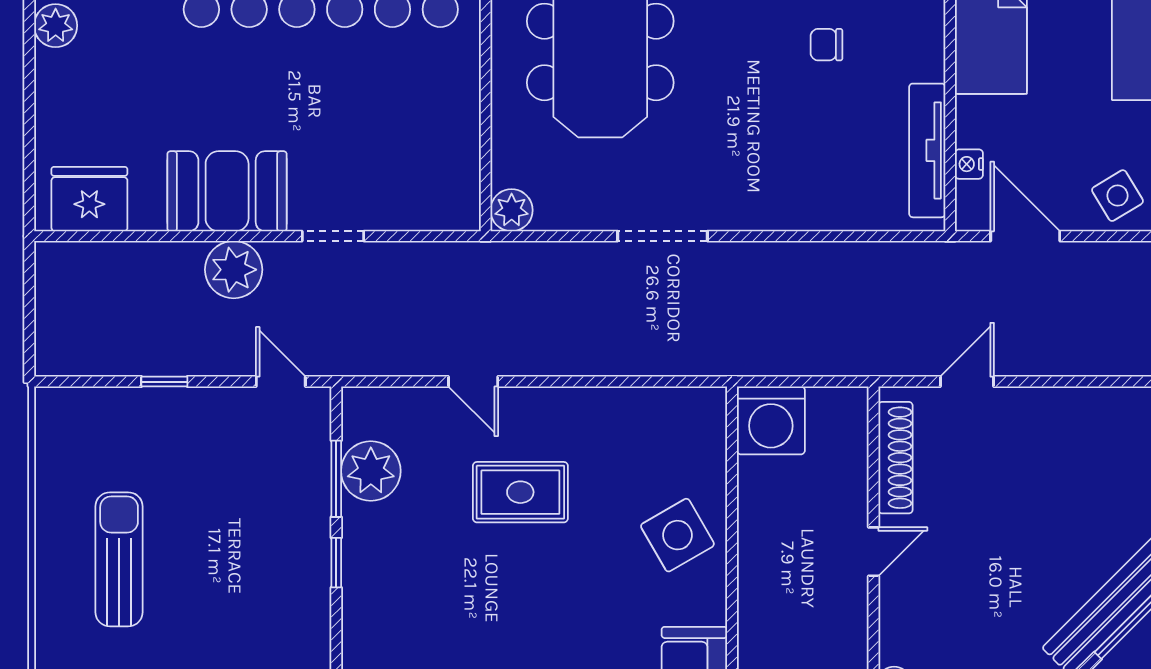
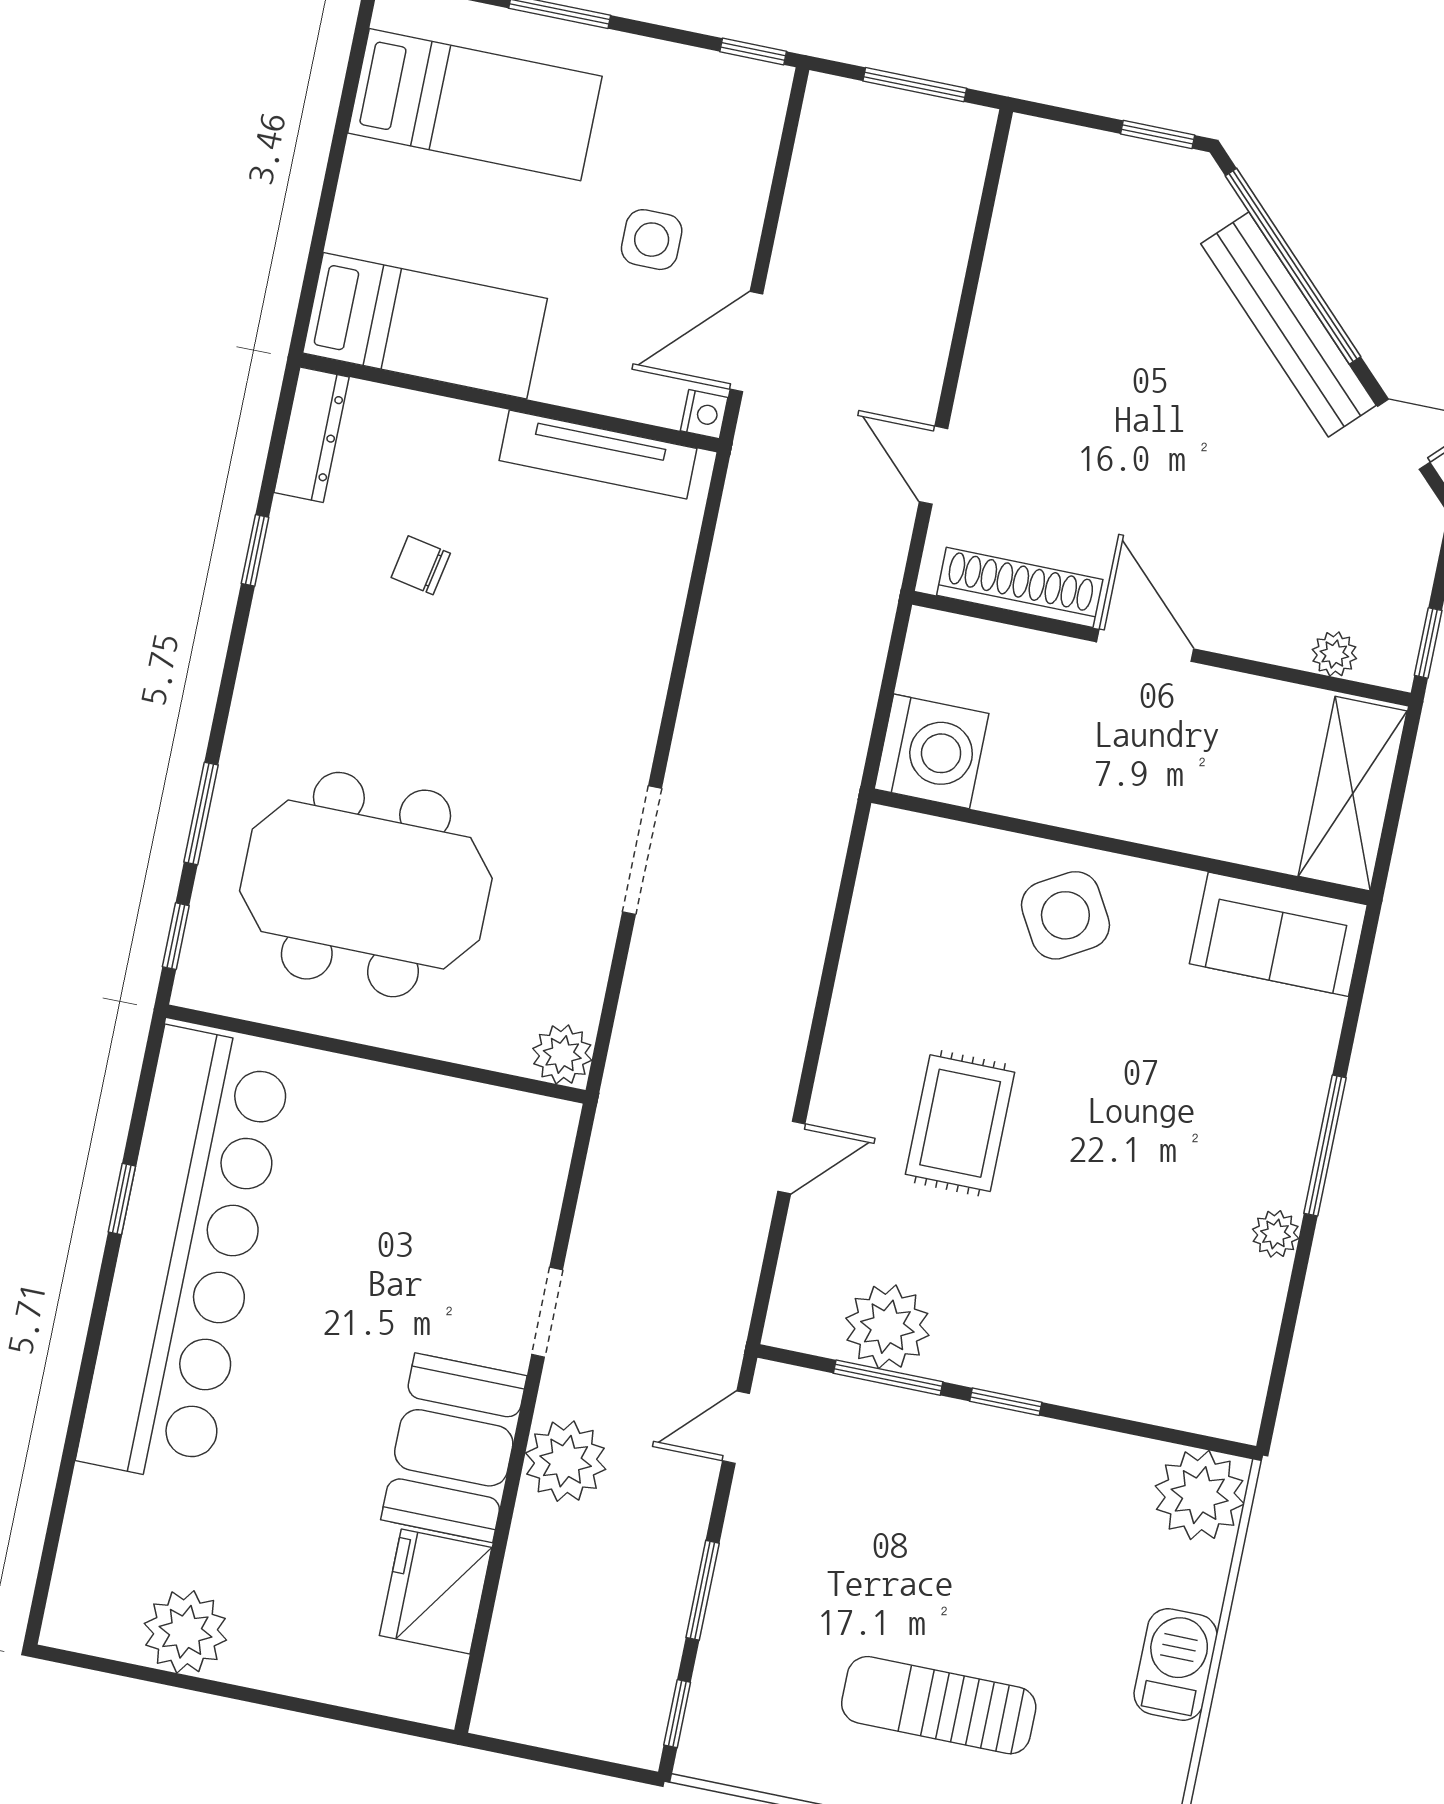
plant: (56, 26) -> (185, 1632), width x1.36, depth x1.36
chair: (826, 45) -> (421, 565), turned 101
nightstand: (969, 164) -> (704, 414), moved, turned -90
side table: (1118, 196) -> (652, 240), moved, turned 31
fridge: (89, 199) -> (436, 1592), moved
window: (77, 382) -> (677, 1714), added
window: (164, 382) -> (703, 1590), width x1.50
door: (873, 552) -> (1145, 645), width x1.37

